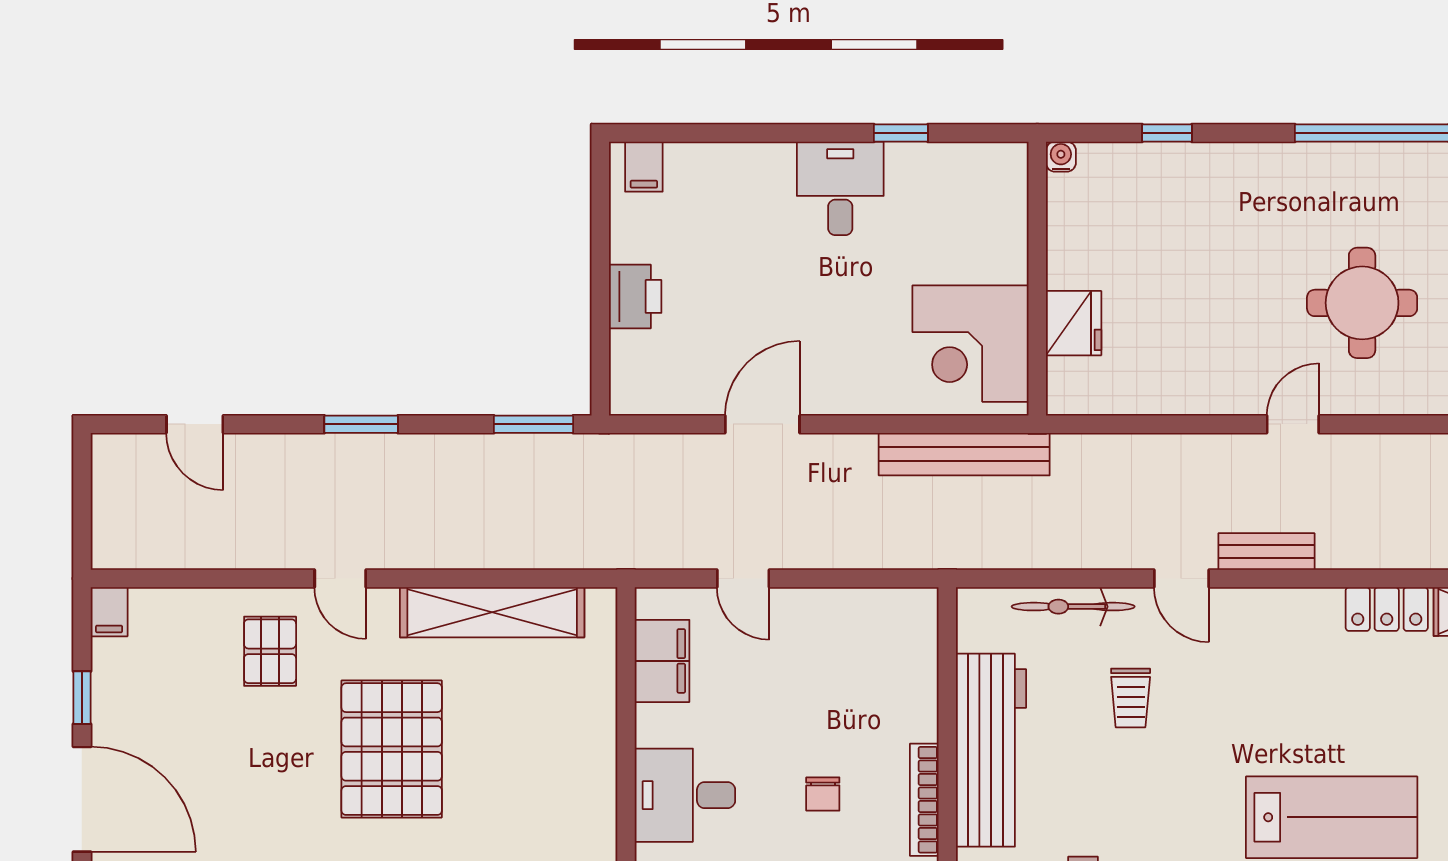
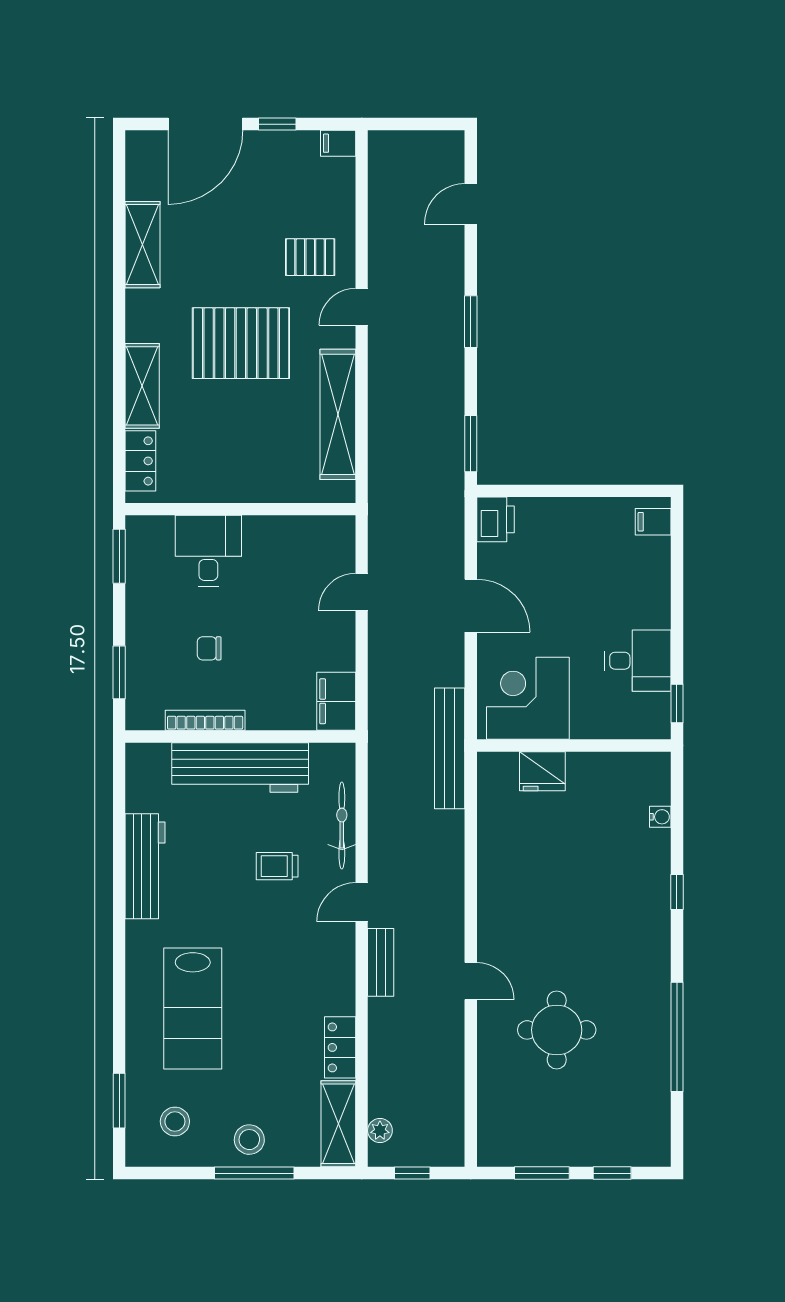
wall: (1037, 279) -> (574, 746), moved
printer: (635, 296) -> (495, 519), moved, turned -90
fridge: (1074, 323) -> (542, 771), moved
corner desk: (970, 344) -> (528, 698), moved
filing cabinet: (662, 661) -> (336, 701), moved, turned 90

